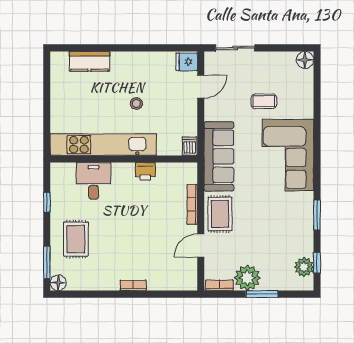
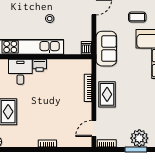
sofa: (219, 156) -> (106, 49), width x0.73
printer: (145, 171) -> (40, 65), moved
door: (201, 246) -> (94, 128), moved
plant: (247, 278) -> (139, 138), moved

